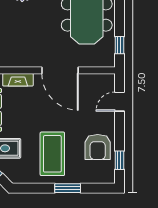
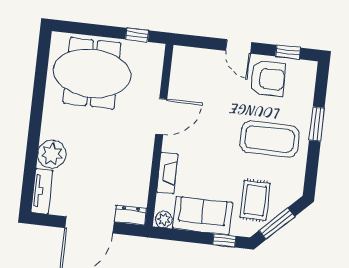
door: (60, 70) -> (161, 117), width x0.73
door: (119, 102) -> (239, 46), moved

